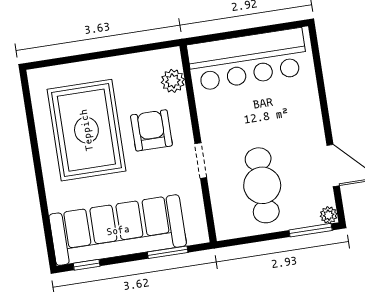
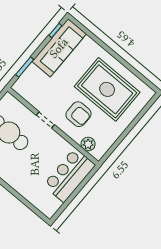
bar counter: (248, 60) -> (69, 175), width x0.73
sofa: (118, 230) -> (59, 48), width x0.74, depth x0.79

